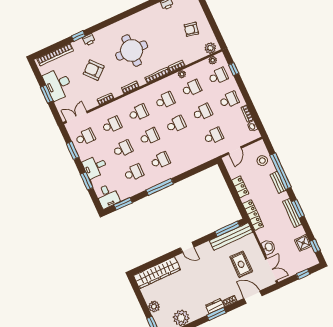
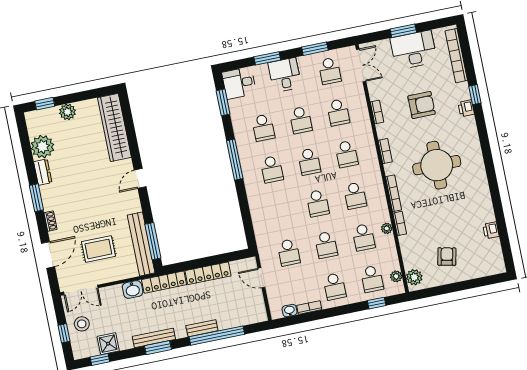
armchair: (94, 70) -> (422, 105), turned 41
stool: (262, 161) -> (82, 324), moved
locker: (240, 187) -> (208, 273), width x1.53
washbasin: (268, 247) -> (133, 289), moved
dresser: (215, 306) -> (43, 172), moved

